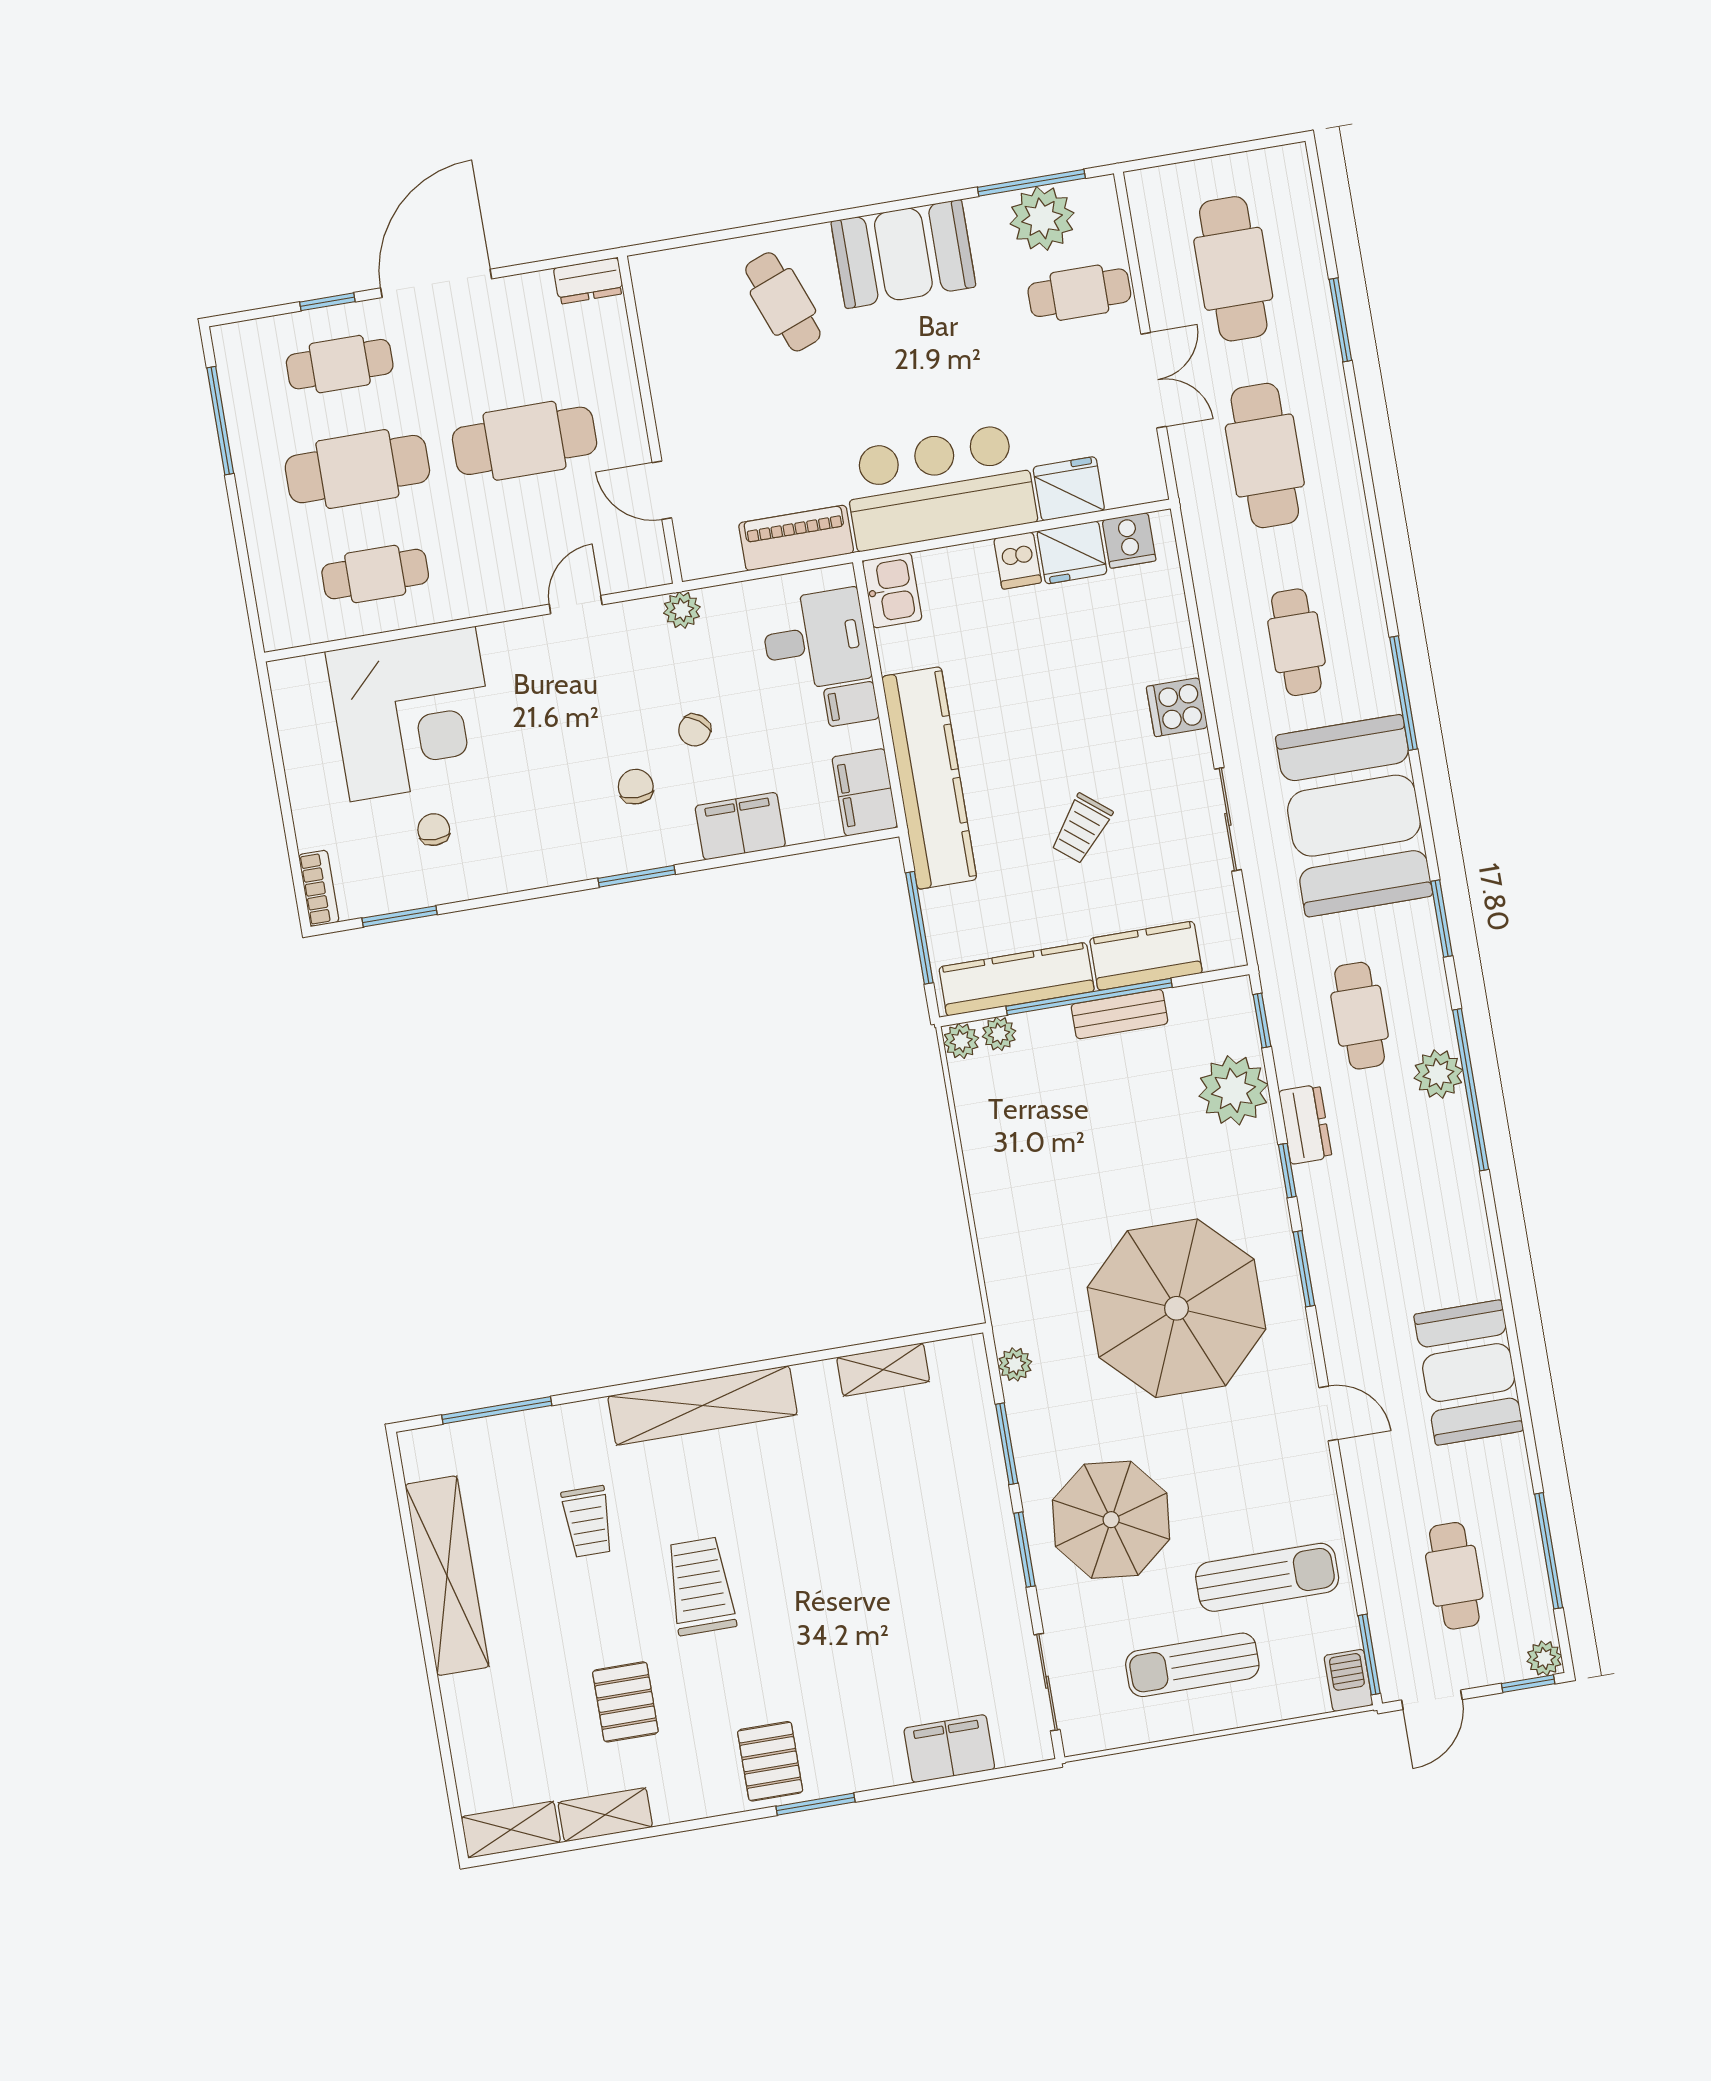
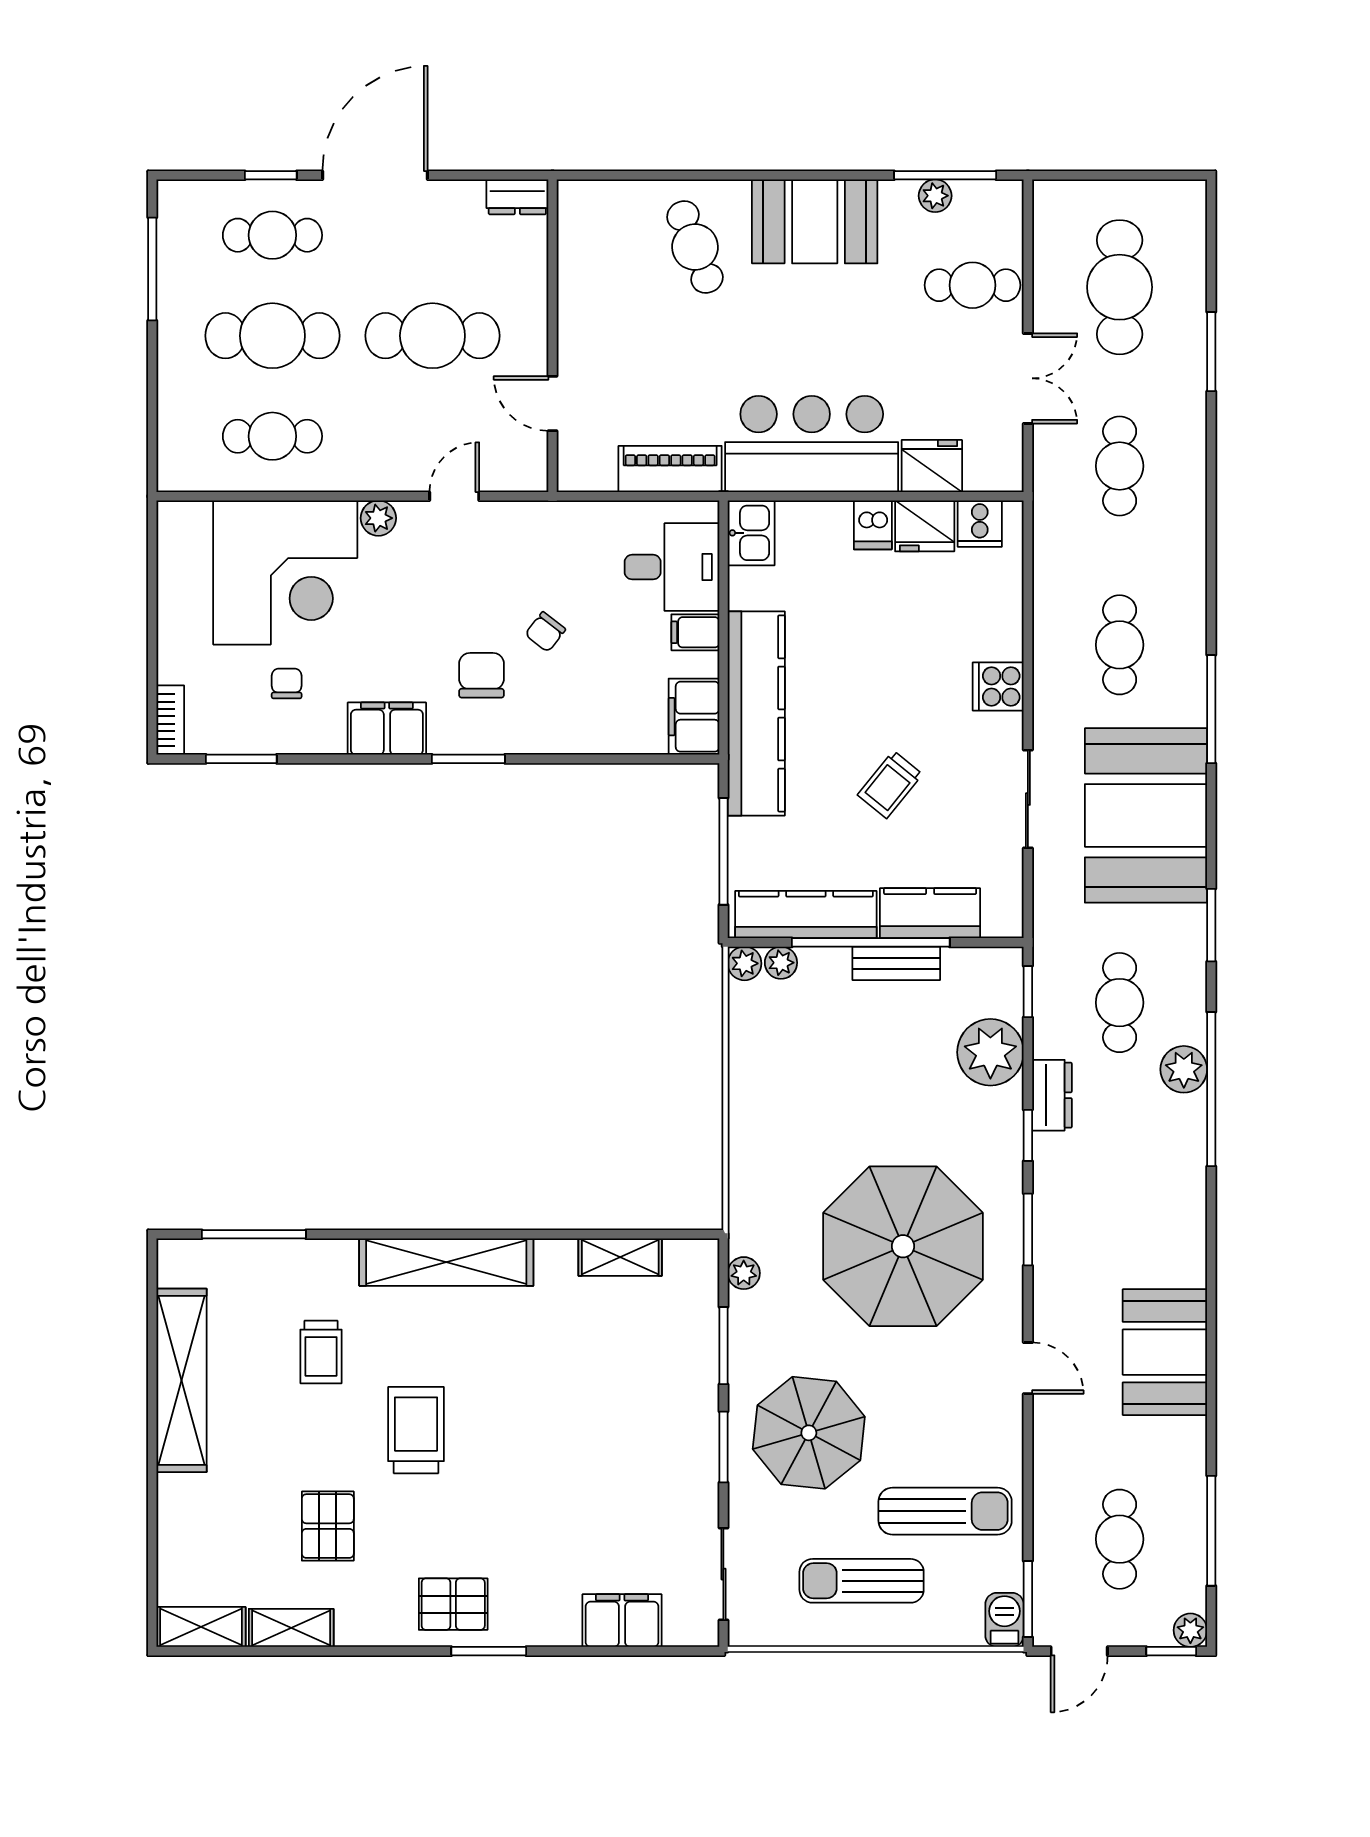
plant: (1042, 218) -> (935, 196), width x0.53, depth x0.53
cafe table: (1265, 455) -> (1120, 466), width x0.73, depth x0.74
plant: (682, 610) -> (378, 518), moved
chair: (636, 787) -> (482, 675), width x1.37, depth x1.37
filing cabinet: (740, 826) -> (387, 729), moved
pallet: (770, 1761) -> (453, 1604), turned 90

